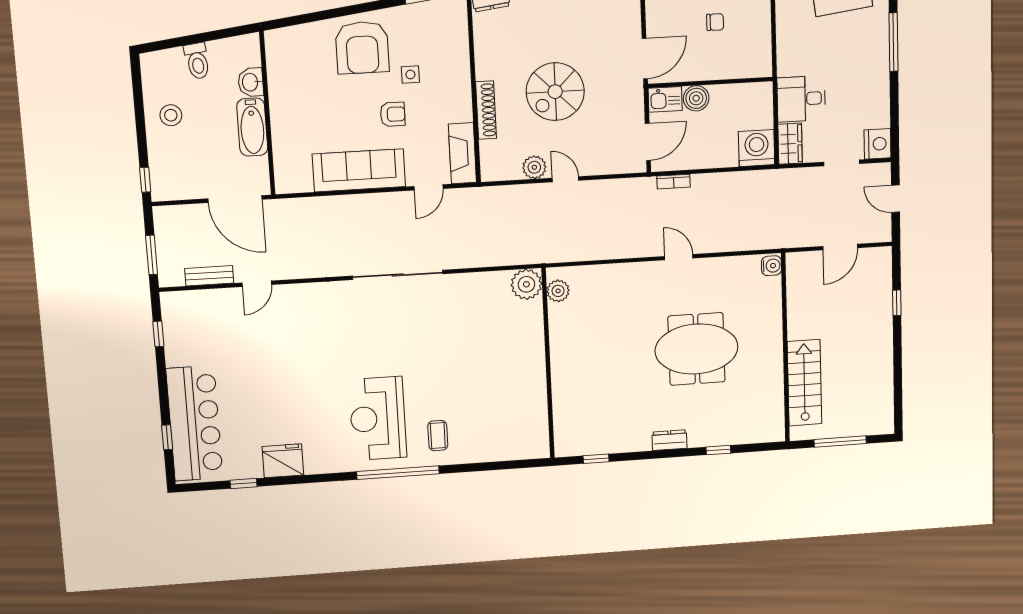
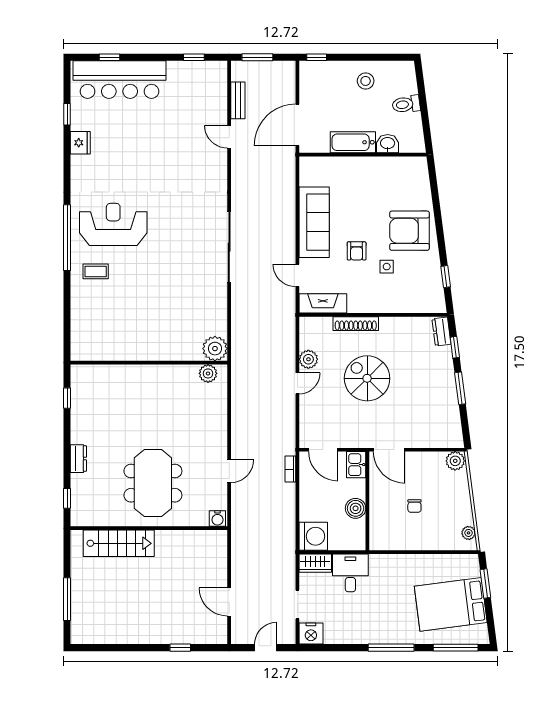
boiler: (696, 98) -> (356, 508), moved
water cooler: (771, 266) -> (217, 519), moved
wall: (785, 348) -> (149, 528), moved
stairs: (804, 383) -> (119, 543), moved
fridge: (283, 461) -> (80, 143), width x0.73, depth x0.75

